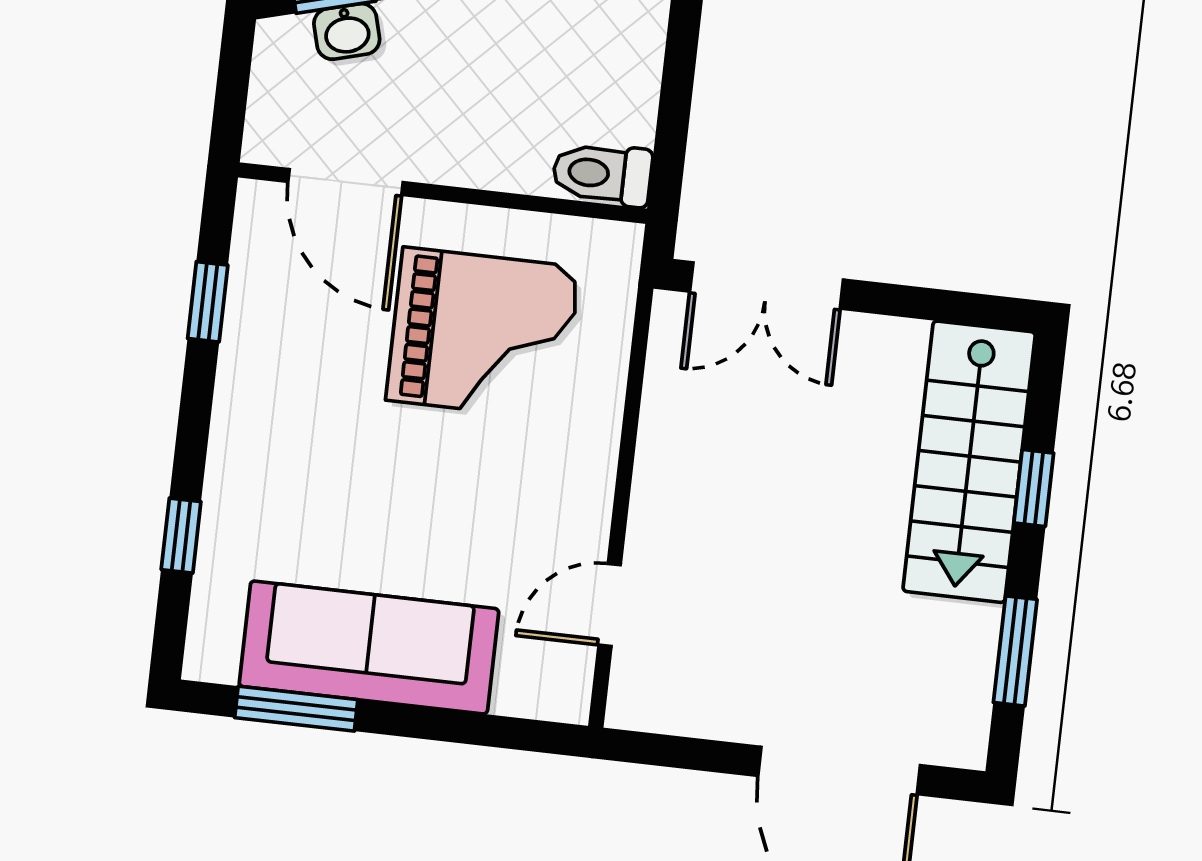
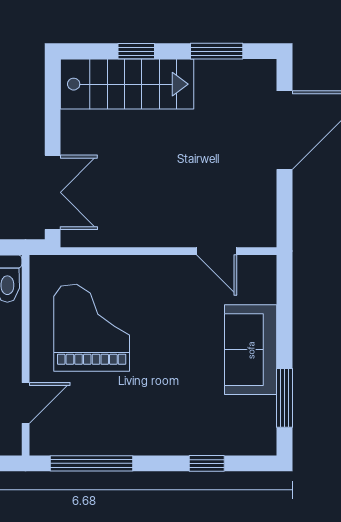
door: (346, 182) -> (26, 403), width x0.73
window: (208, 302) -> (91, 463), width x2.17
sofa: (369, 648) -> (251, 350), width x0.73

